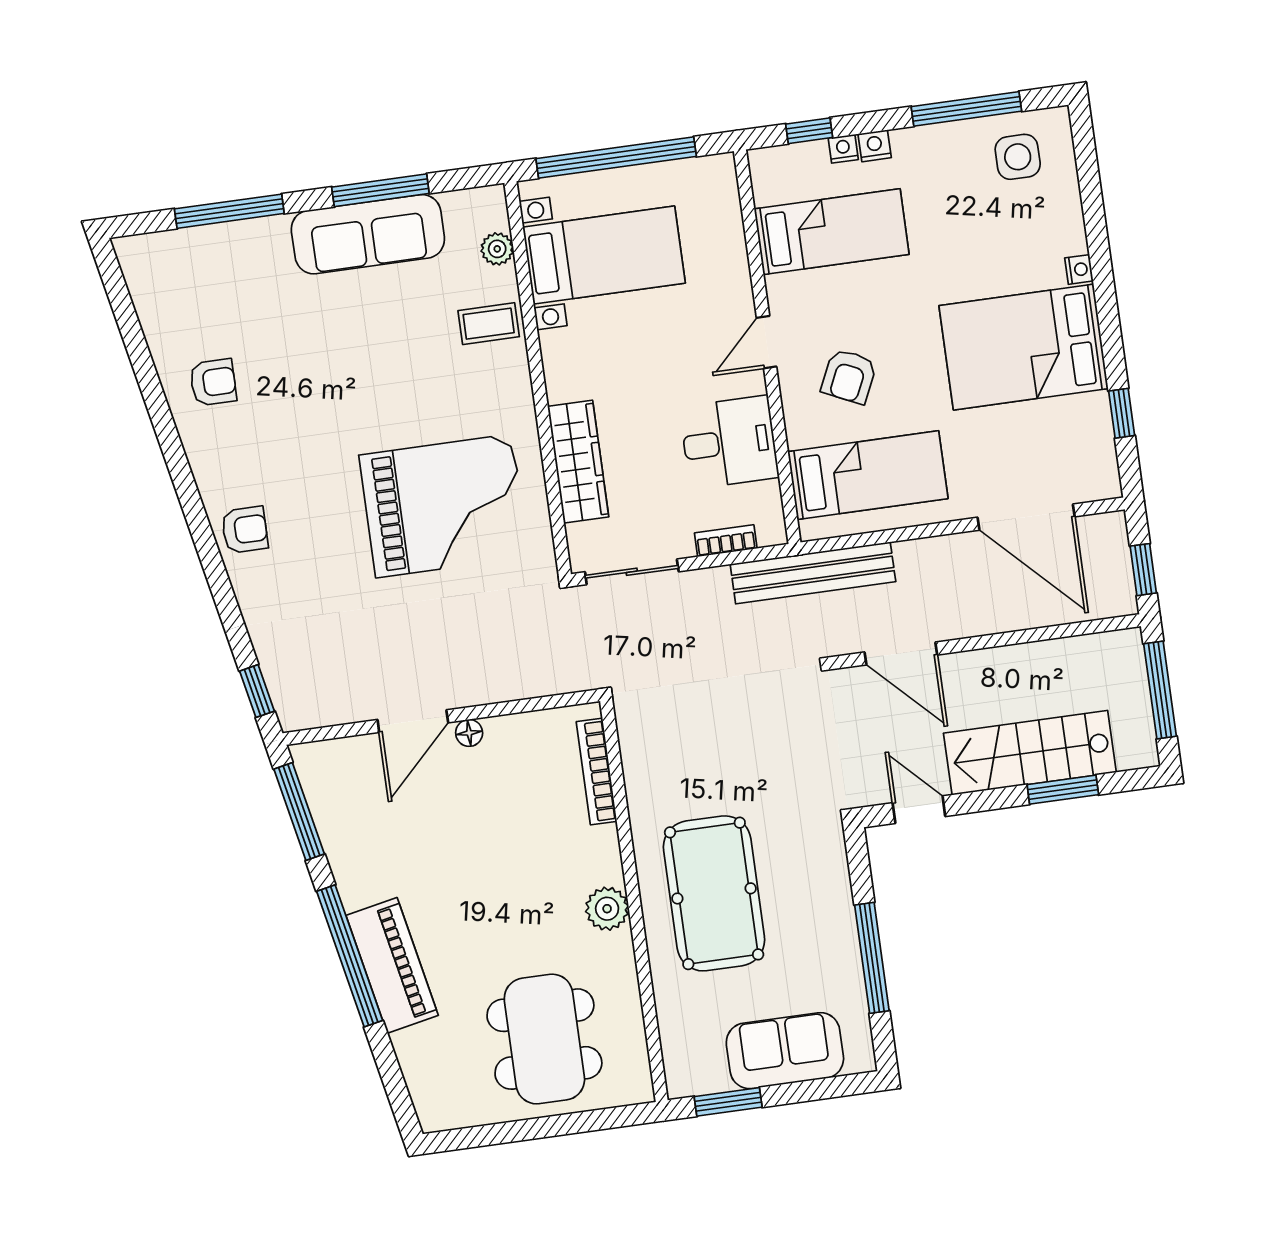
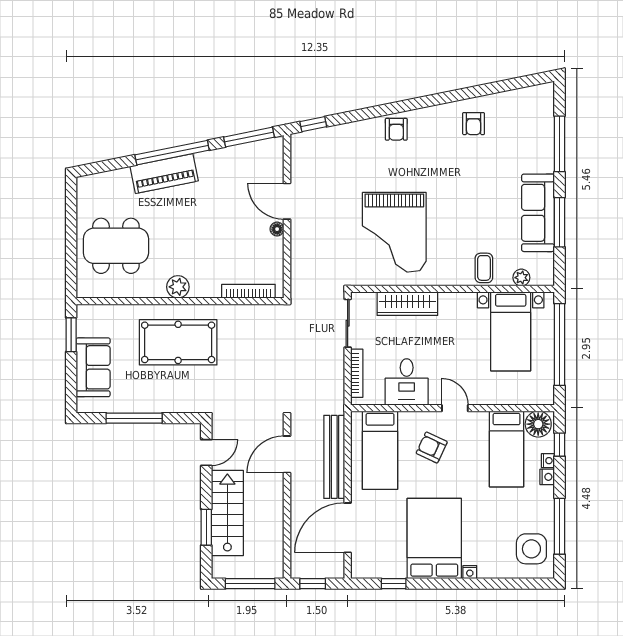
side table: (1018, 157) -> (531, 549), width x1.37, depth x1.37
floor lamp: (775, 177) -> (538, 424), added
bookcase: (726, 541) -> (357, 373), width x1.56
bench: (813, 573) -> (334, 457), moved

